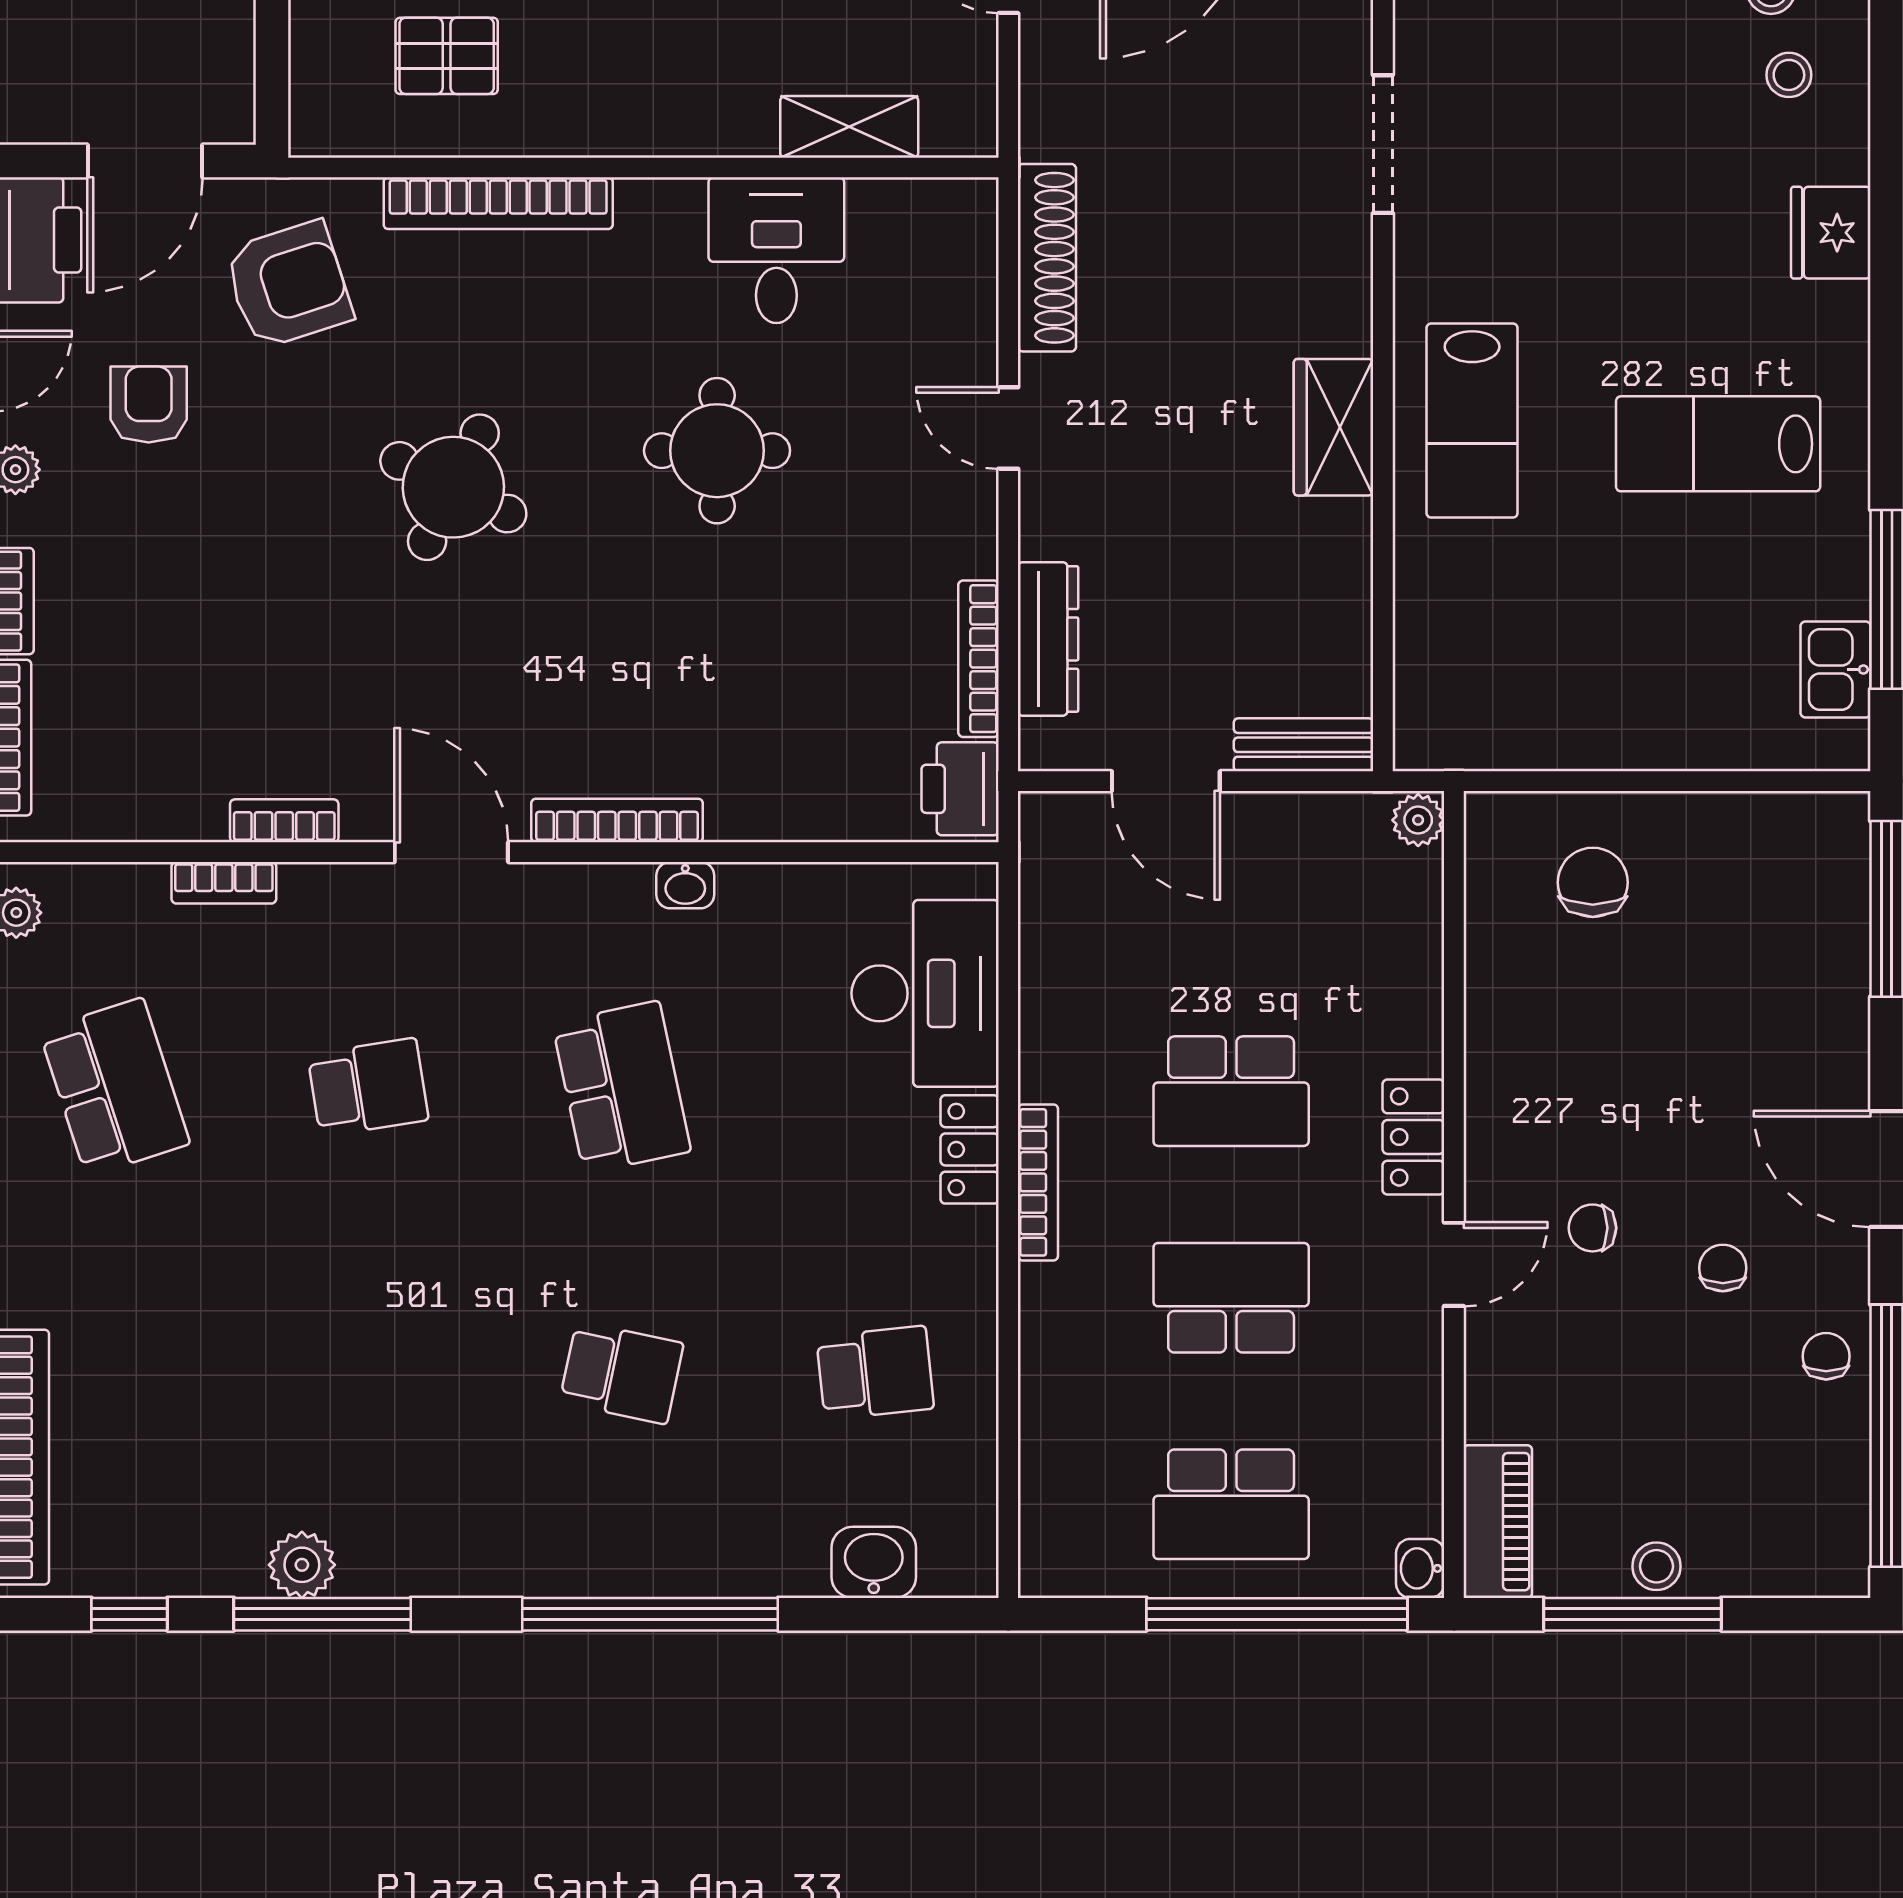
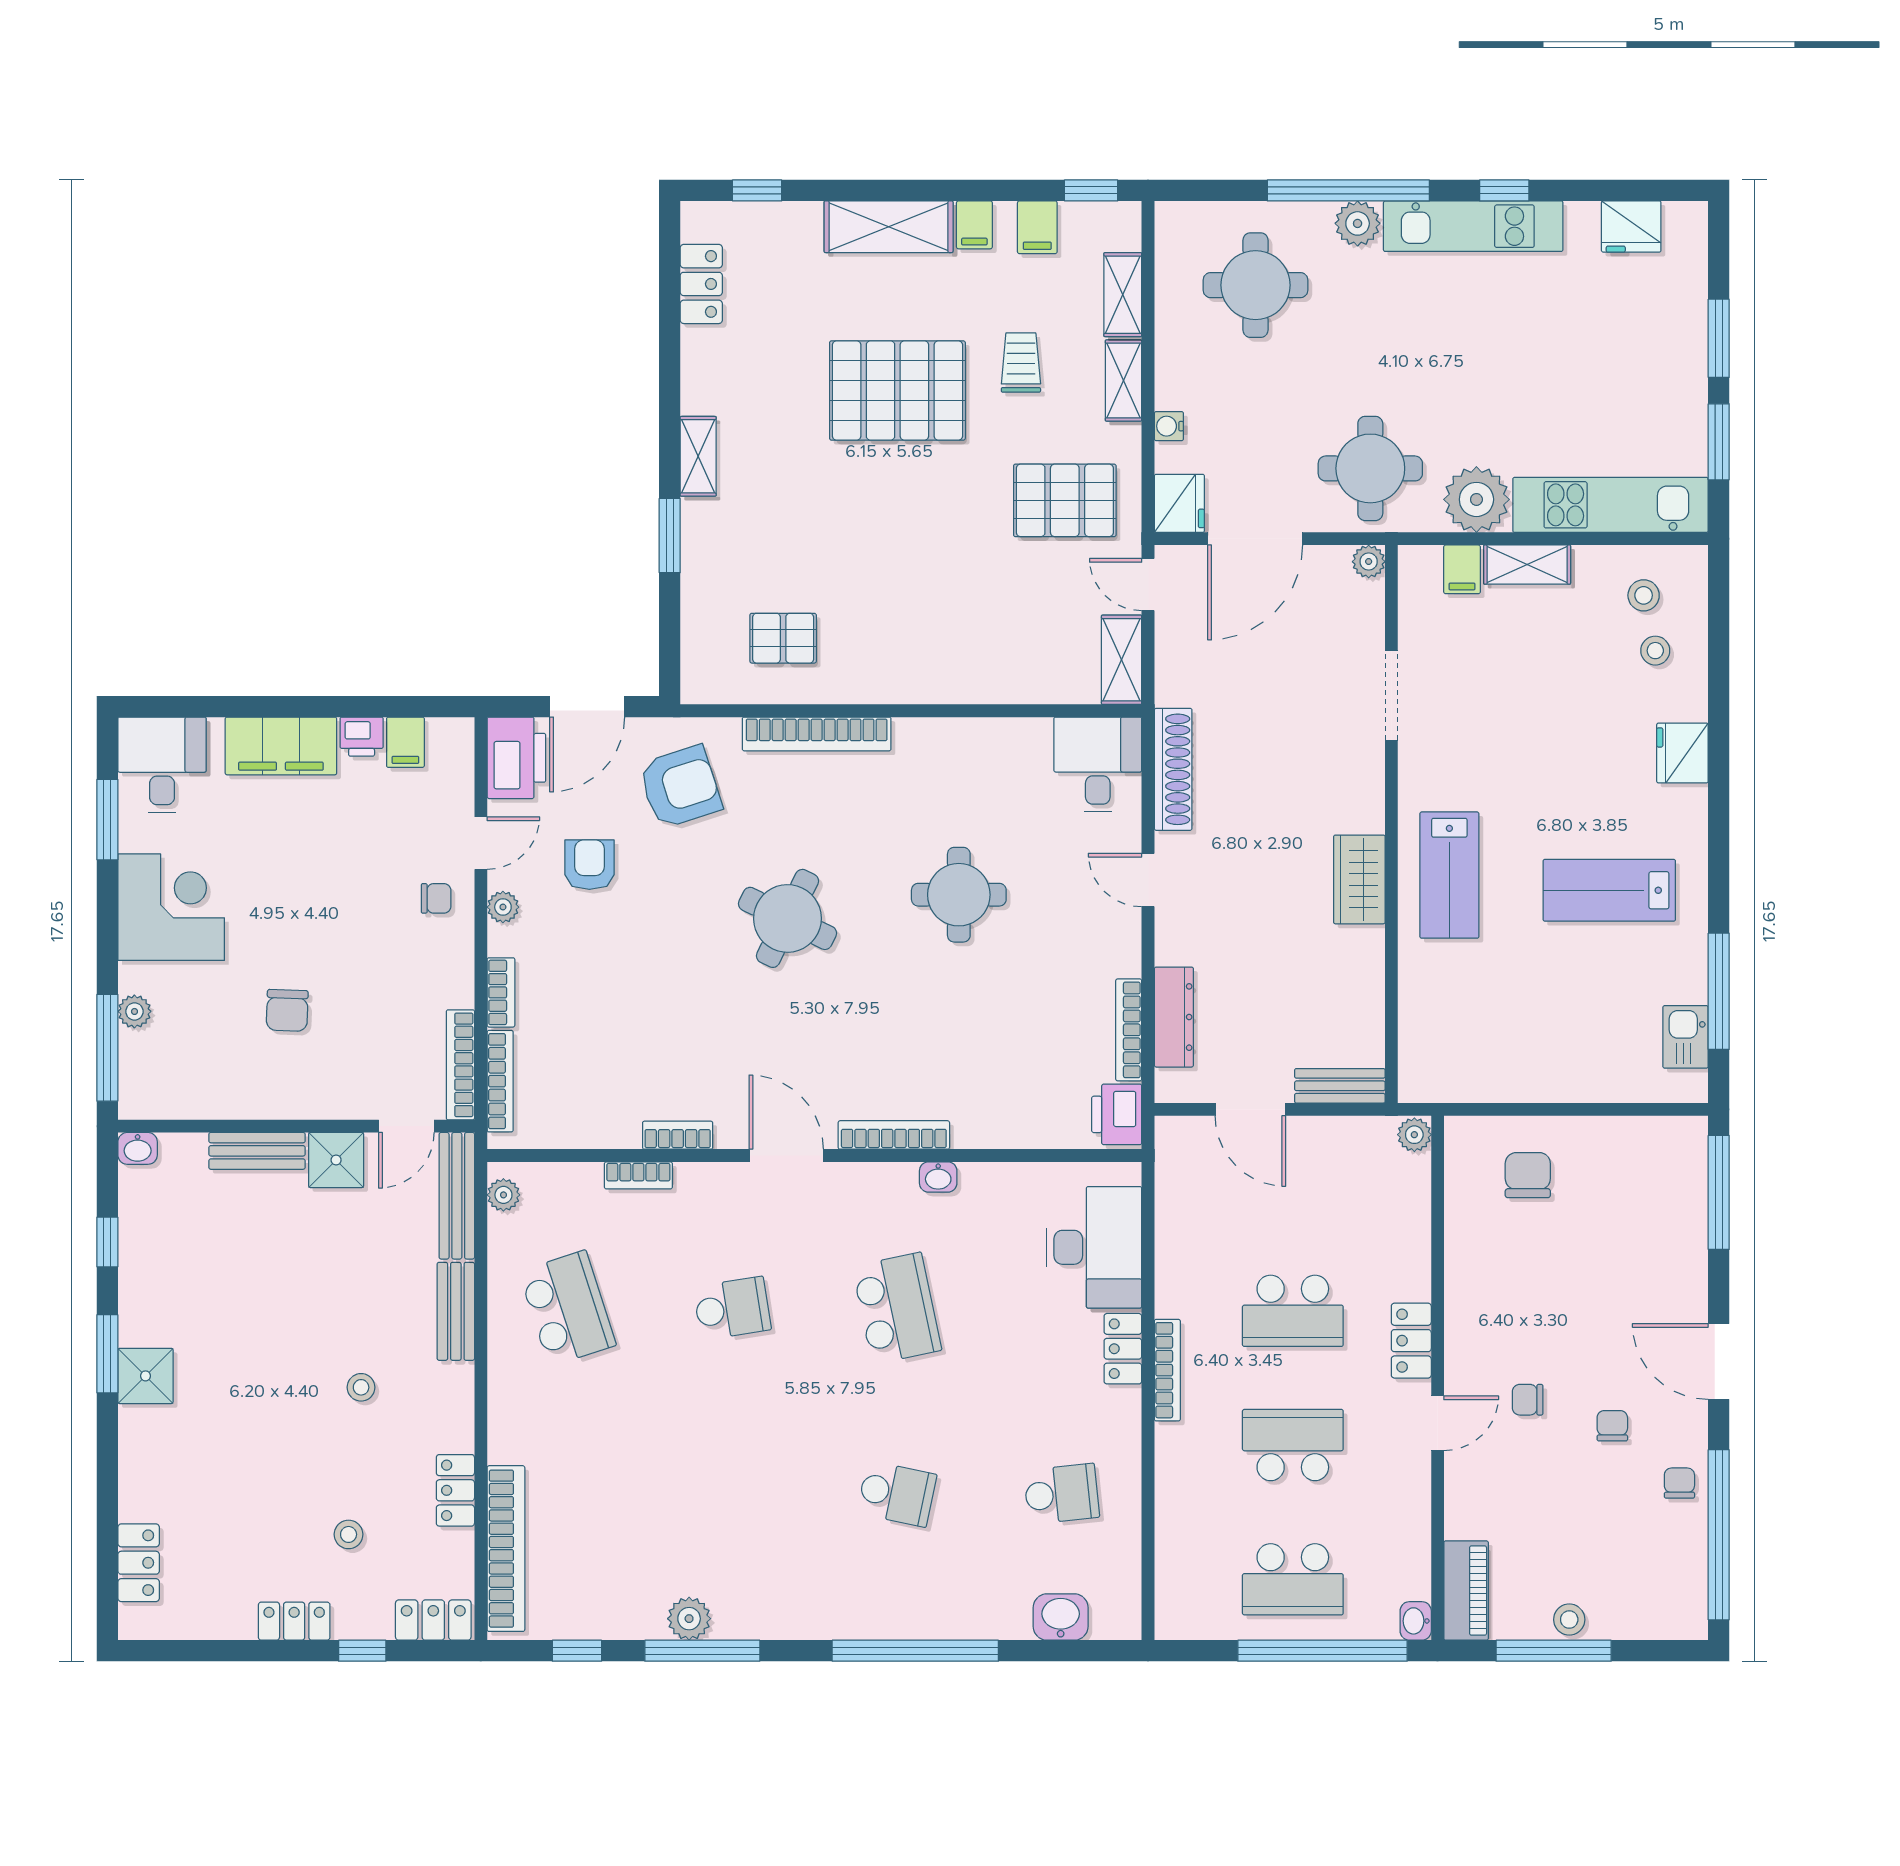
shelving: (849, 127) -> (1122, 660), moved, turned 90
desk: (776, 250) -> (1098, 764), moved

